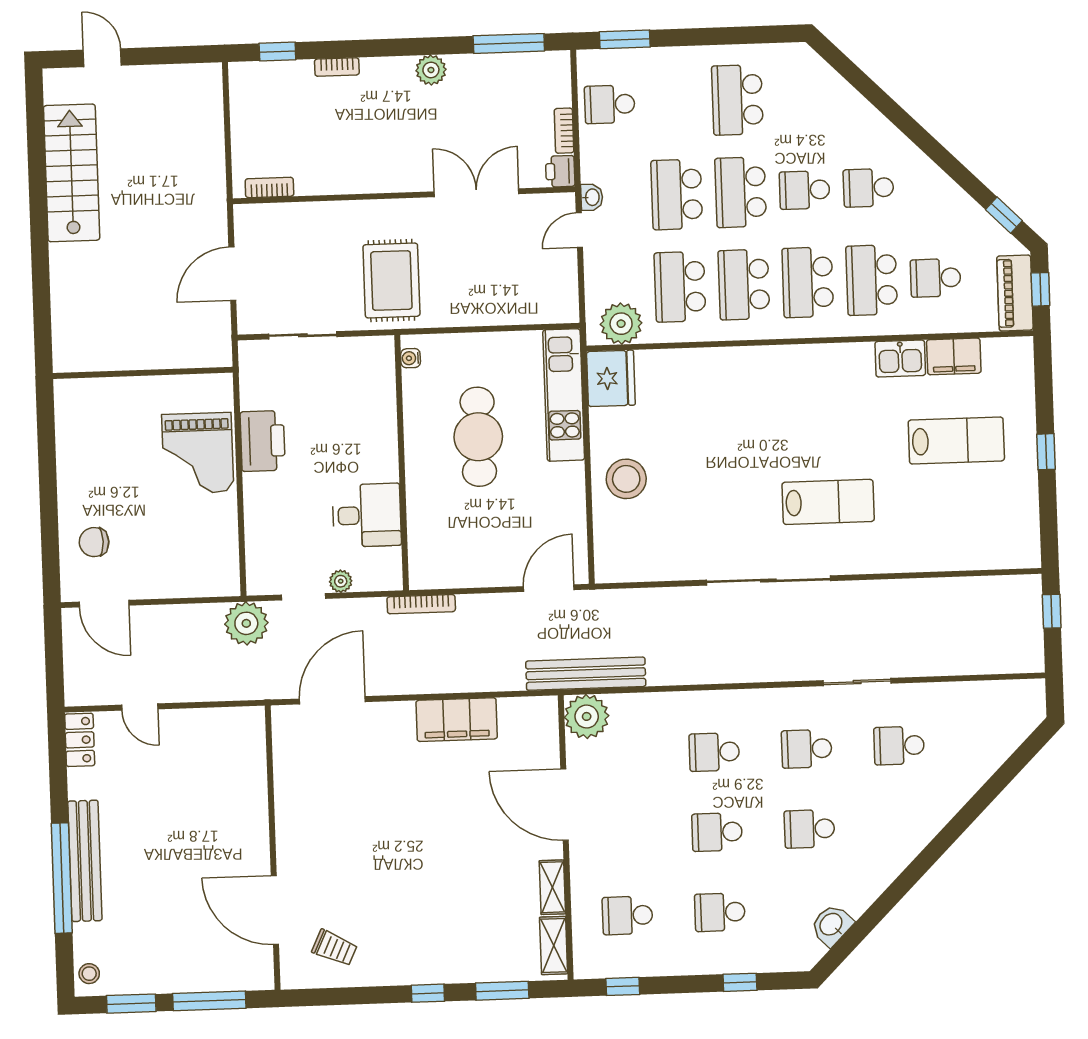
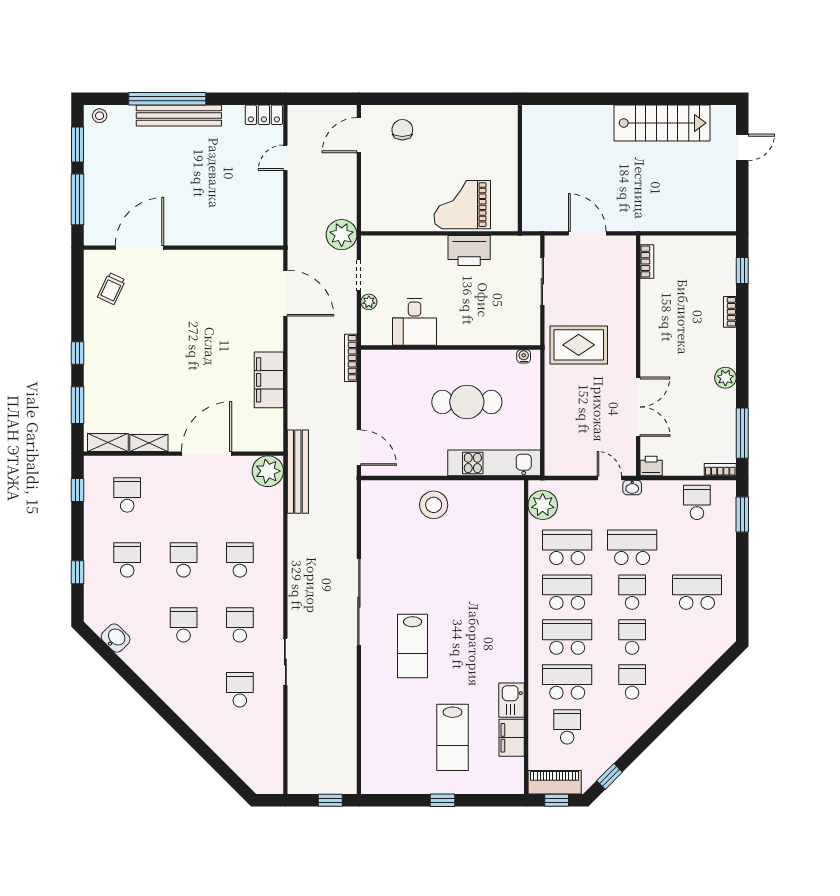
bookcase: (564, 131) -> (720, 470), moved
school desk: (741, 192) -> (632, 592), width x0.54
fridge: (611, 378) -> (505, 497), removed

